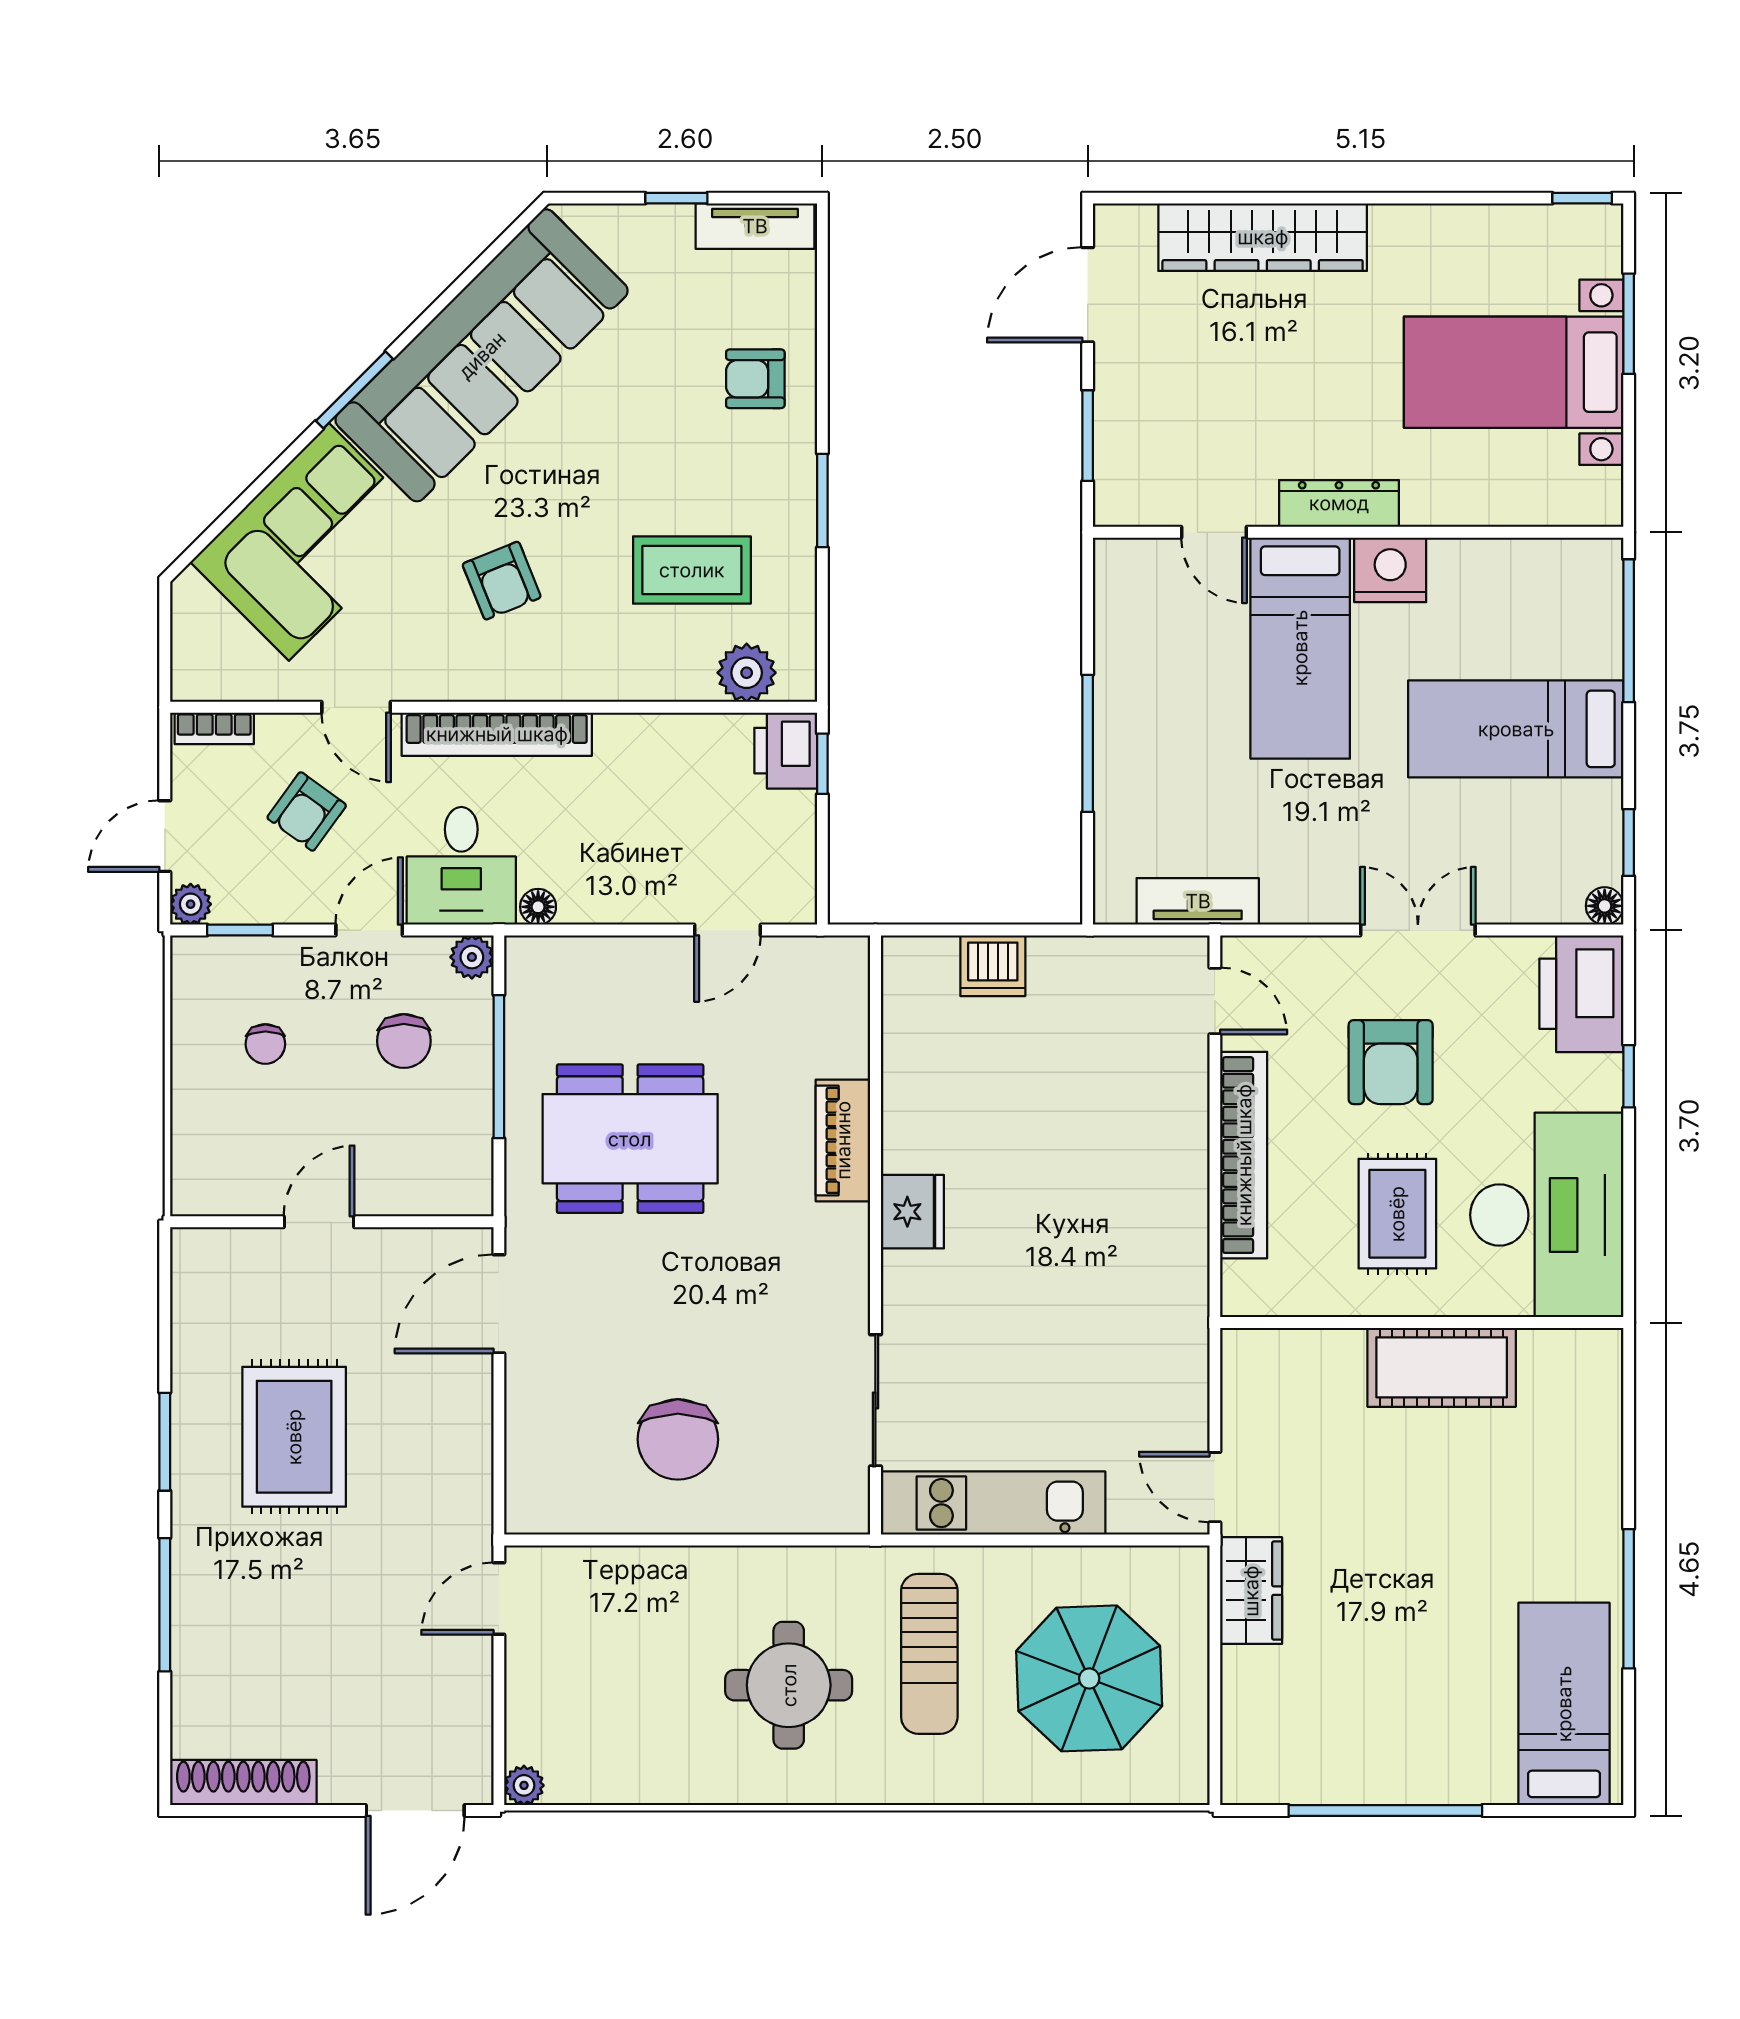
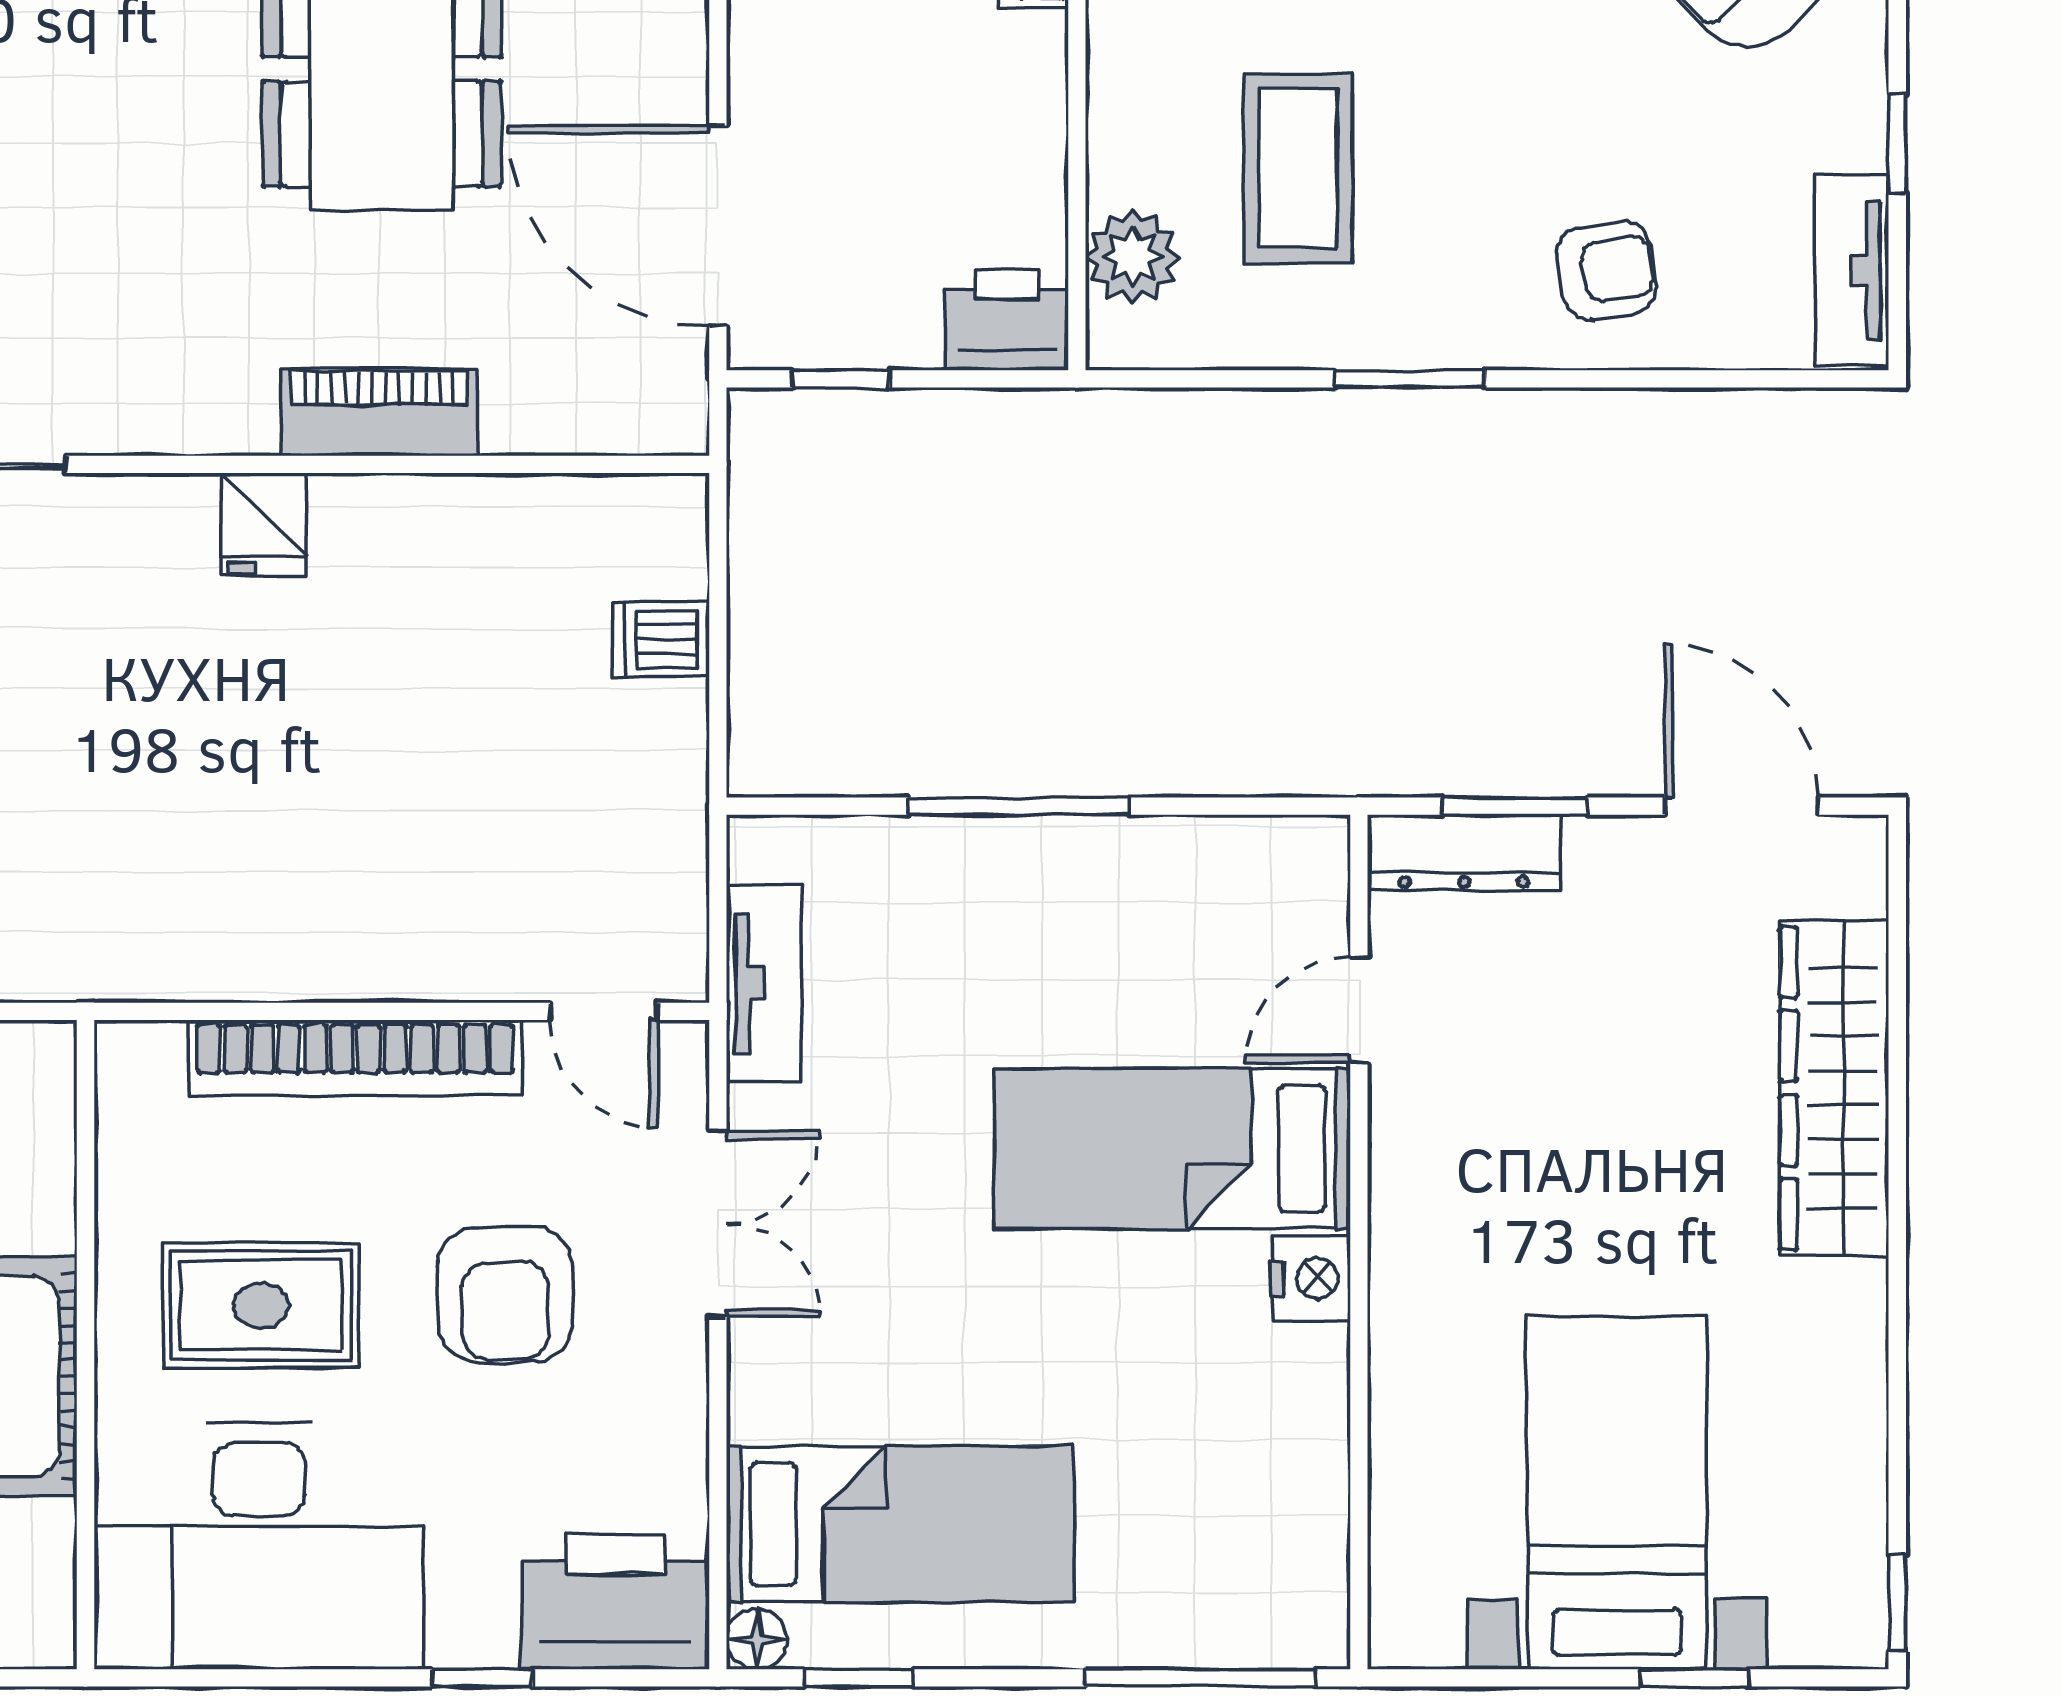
window: (1629, 324) -> (1695, 1678), width x0.67
armchair: (755, 379) -> (1606, 271), turned 81
dresser: (1339, 503) -> (1464, 853), moved, turned 90
nightstand: (1390, 570) -> (1311, 1278), width x0.74, depth x0.75
bed: (1516, 729) -> (900, 1524), moved, turned 90
window: (822, 764) -> (841, 379), moved
door: (728, 930) -> (718, 226), width x1.87
double door: (1418, 930) -> (718, 1224), moved
dishwasher: (993, 966) -> (660, 639), width x0.73
door: (1215, 1001) -> (604, 1011), hinge flipped
armchair: (1391, 1062) -> (505, 1294), turned -90
fridge: (912, 1212) -> (264, 524), width x0.72

